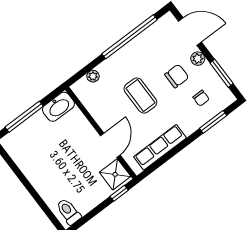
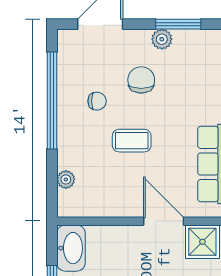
plant: (198, 59) -> (162, 39), moved
coffee table: (140, 96) -> (132, 141), width x0.73, depth x0.77
chair: (201, 98) -> (97, 101), moved

